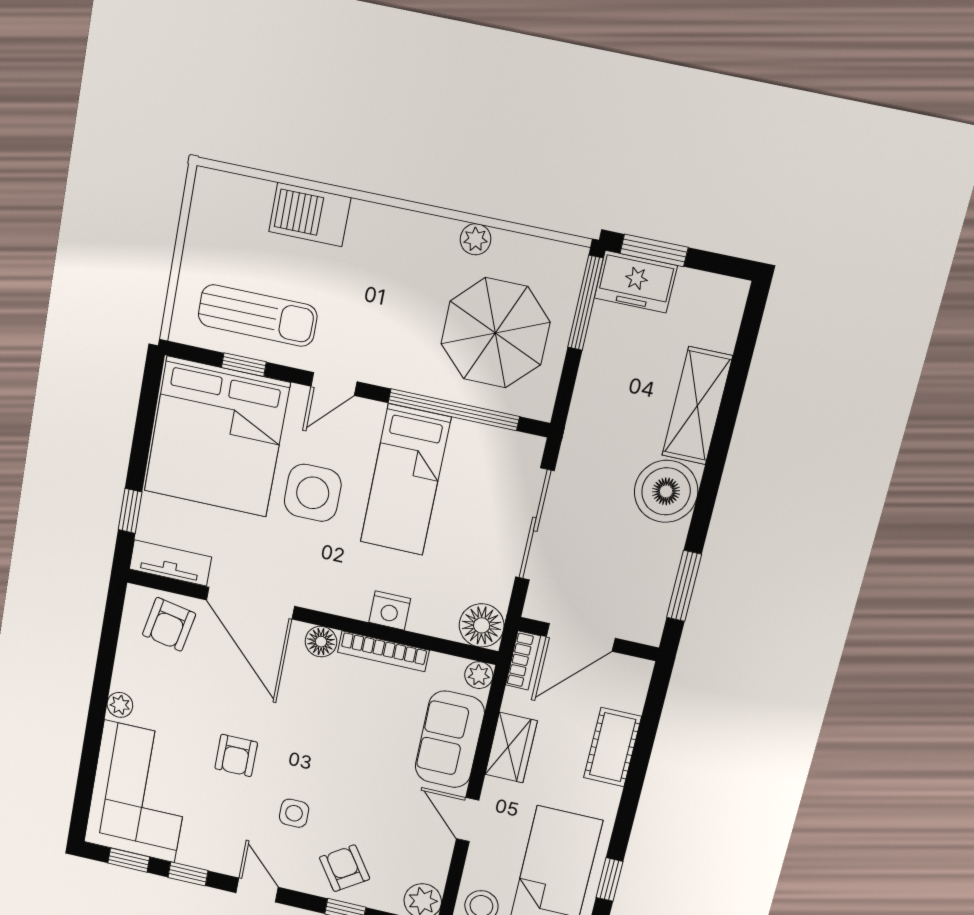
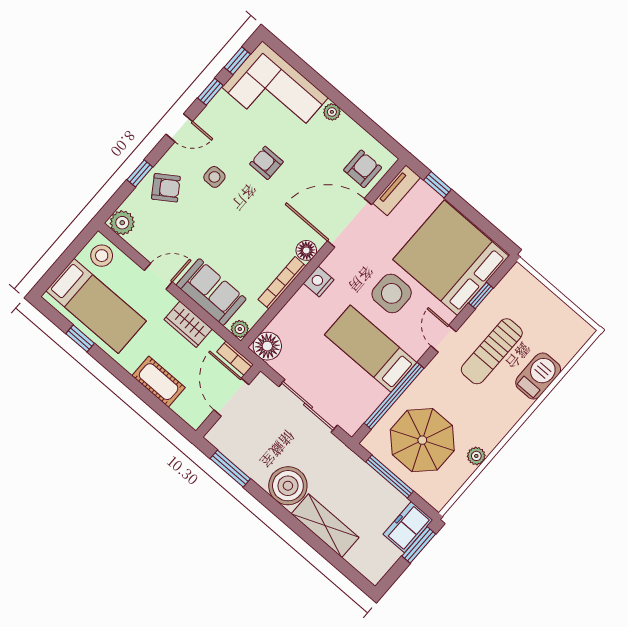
window: (585, 303) -> (390, 476), moved
sun lounger: (258, 316) -> (492, 351), moved
nightstand: (390, 610) -> (319, 282), moved
armchair: (169, 624) -> (363, 169), turned 79

